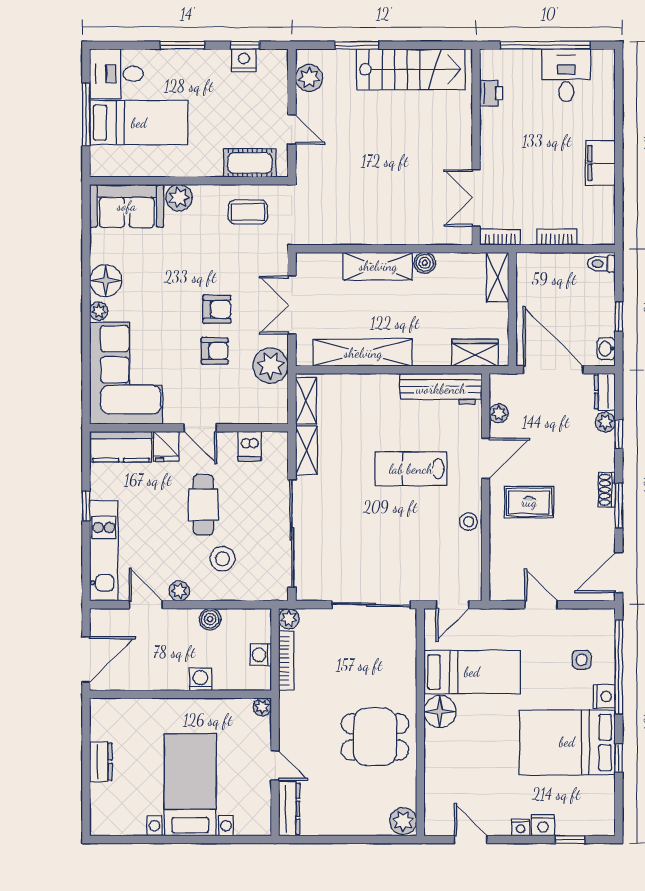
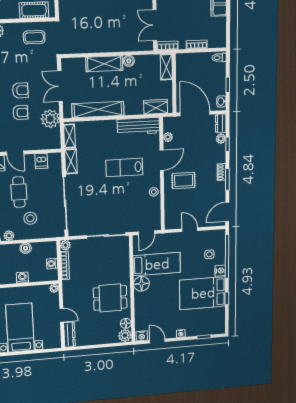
floor lamp: (406, 795) -> (126, 323), added
nightstand: (543, 825) -> (142, 336), moved

